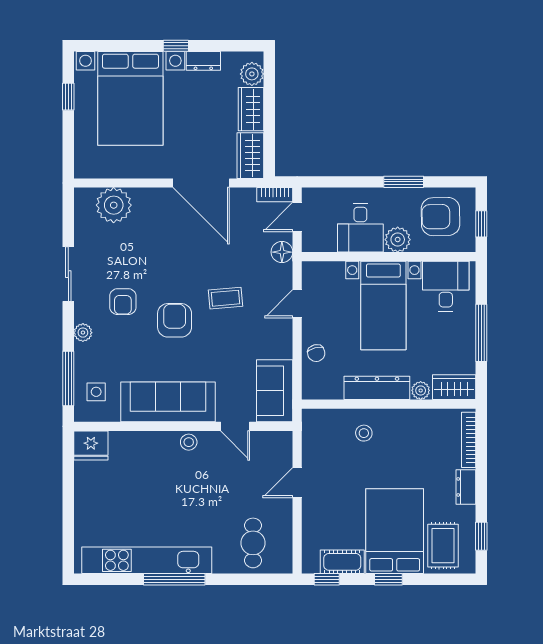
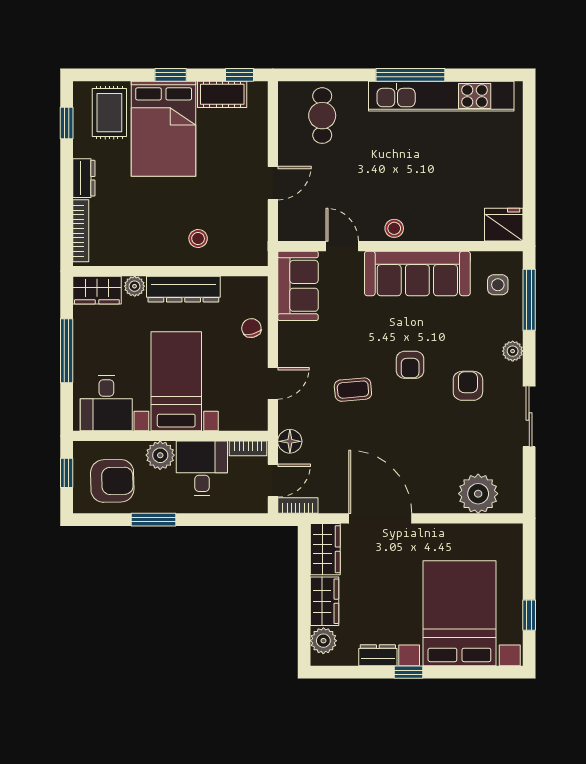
bookcase: (319, 246) -> (248, 448), added
armchair: (175, 320) -> (410, 365), width x0.72, depth x0.72

